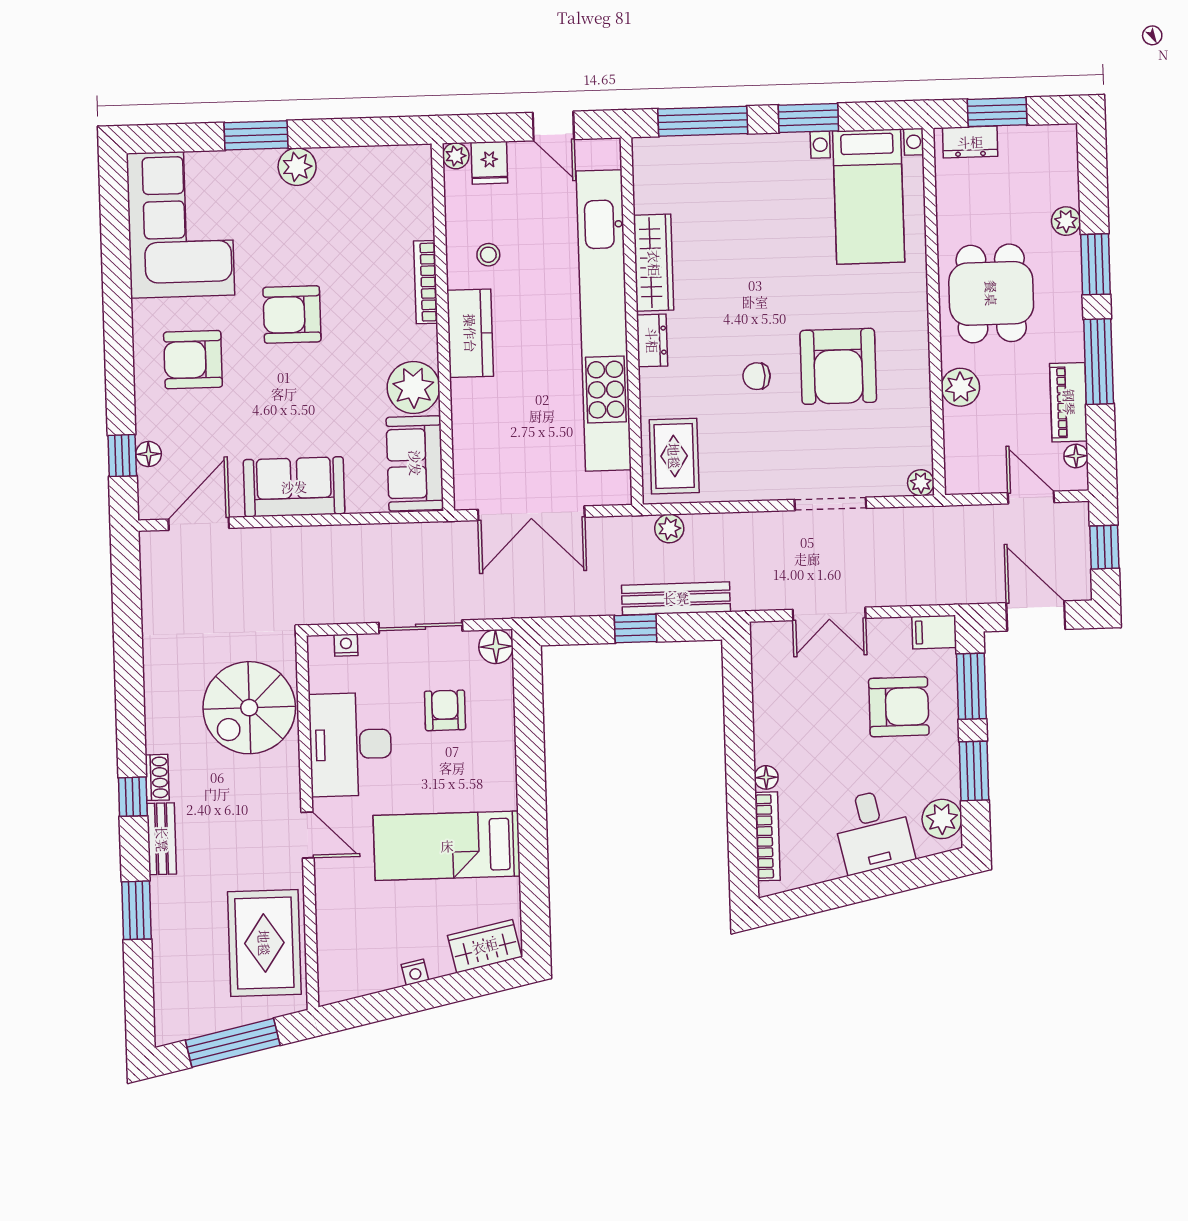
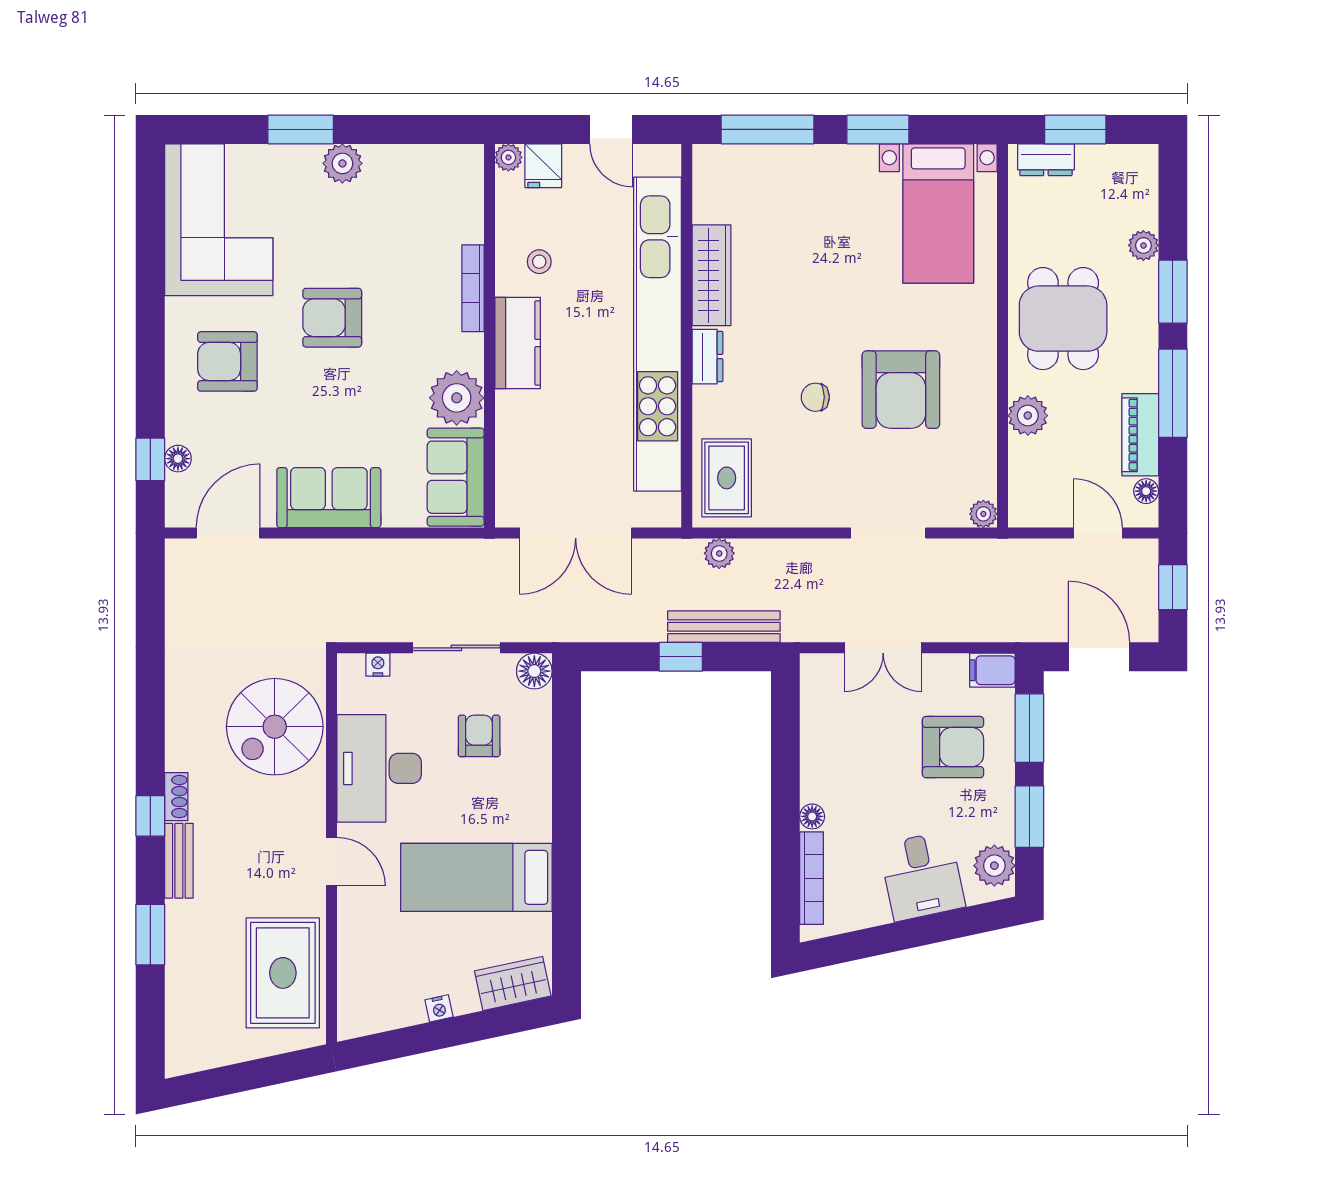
window: (233, 1043) -> (247, 1076), removed

